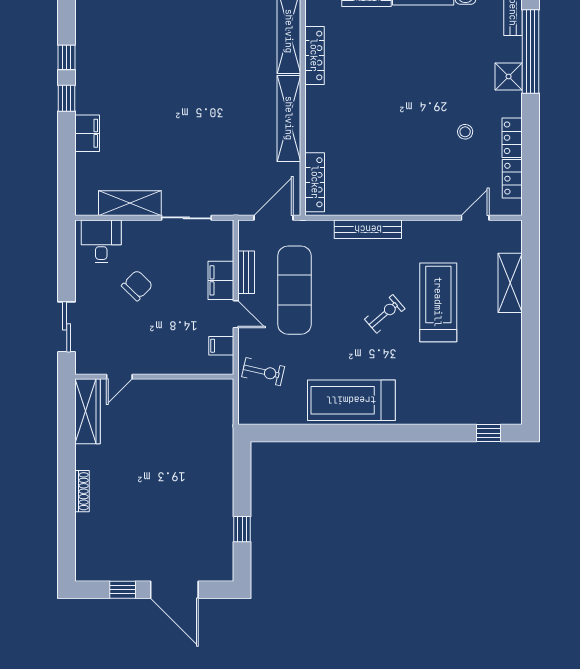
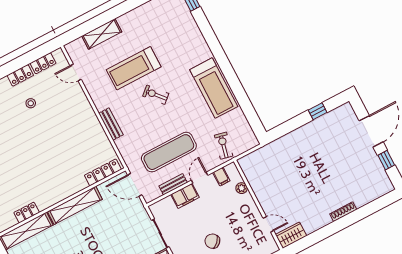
locker: (314, 55) -> (27, 213), width x0.66
bench: (368, 229) -> (111, 124), width x0.73
plant: (190, 366) -> (242, 188), added
wardrobe: (88, 411) -> (291, 235), width x0.67

